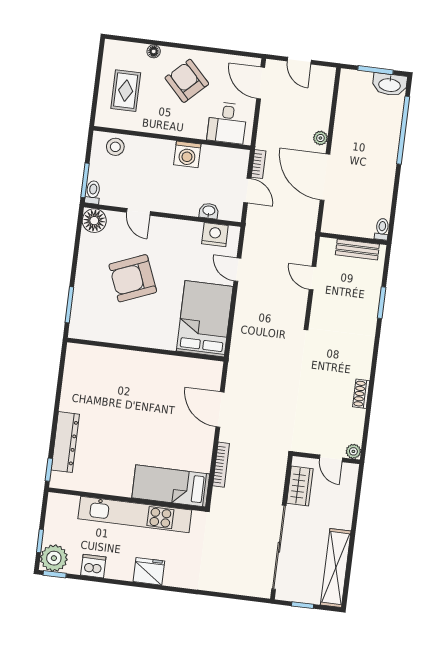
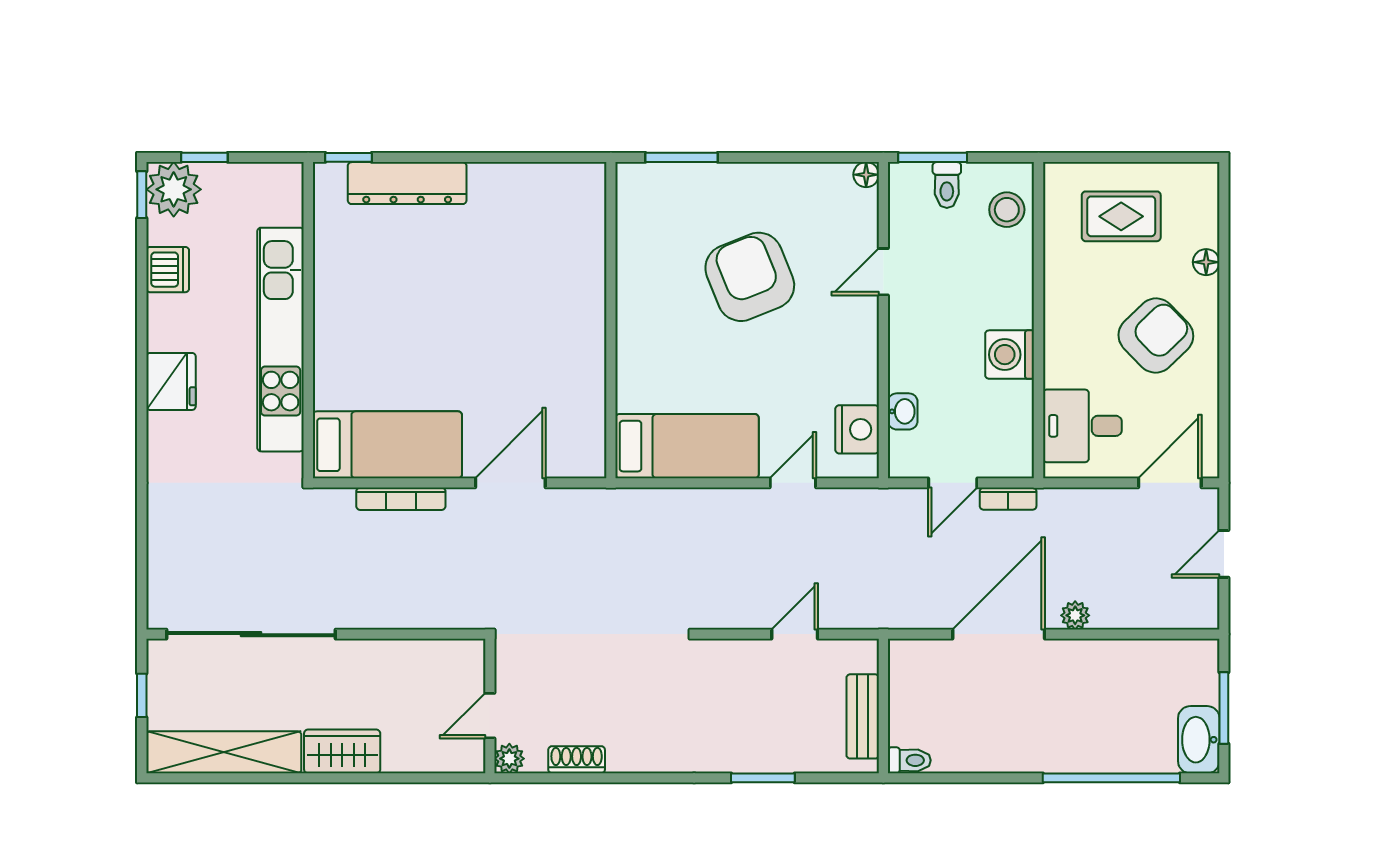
toilet: (93, 192) -> (947, 185), moved, turned 90
floor lamp: (94, 221) -> (866, 175), width x0.53, depth x0.53
bed: (205, 319) -> (687, 446), width x0.67
plant: (353, 451) -> (509, 759), moved
wall: (326, 458) -> (490, 706), moved
door: (331, 458) -> (490, 716), moved
bed: (171, 486) -> (387, 445), moved, turned 90
wardrobe: (300, 486) -> (342, 751), moved, turned 180

